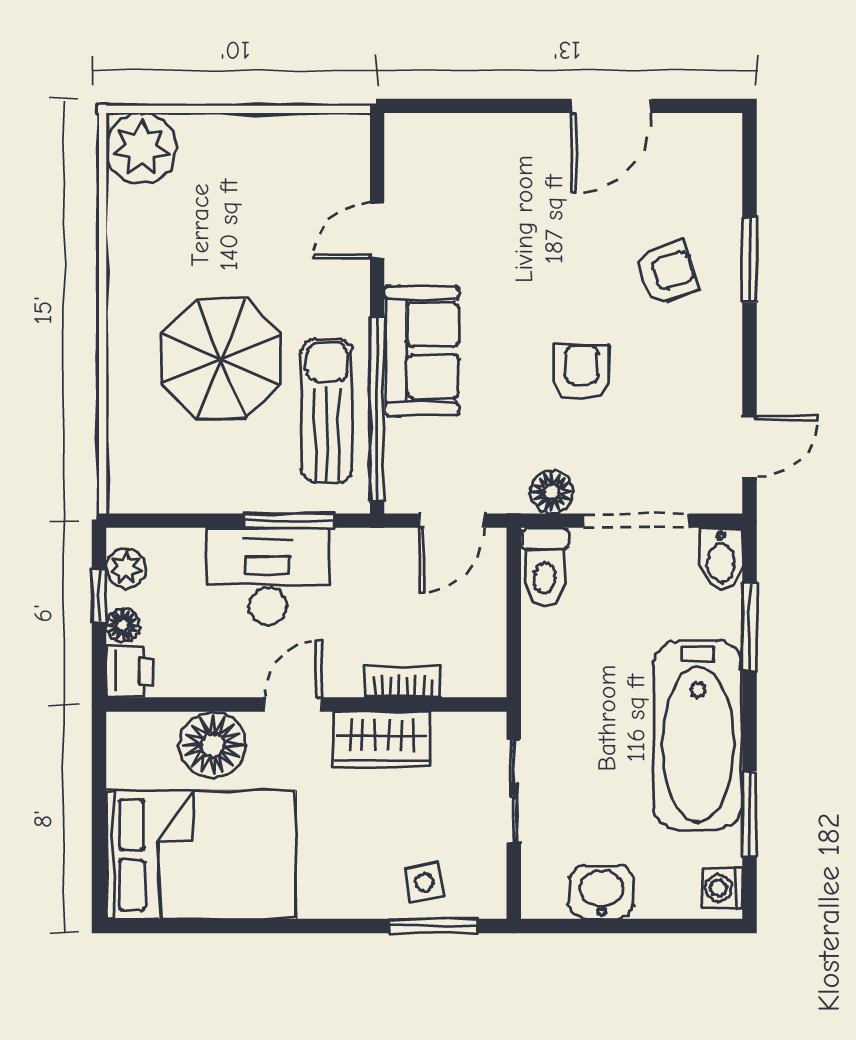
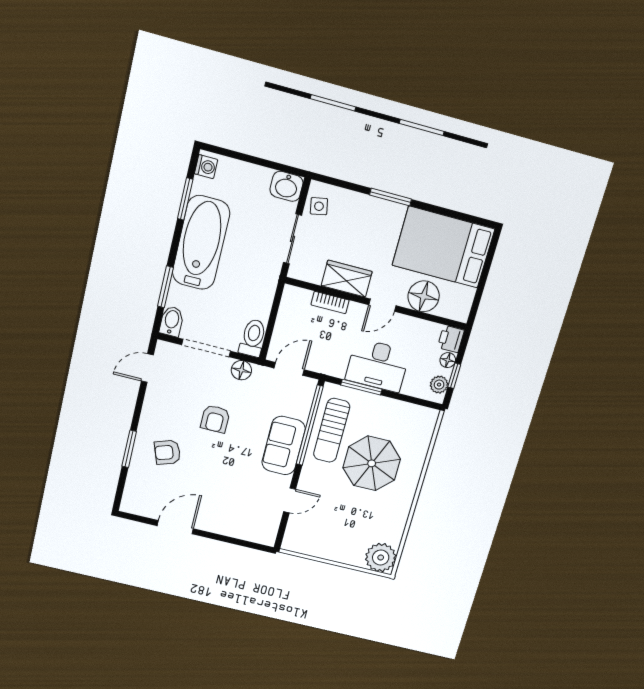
side table: (424, 882) -> (319, 206), moved
washbasin: (602, 892) -> (286, 186), moved
window: (433, 926) -> (391, 197), moved

